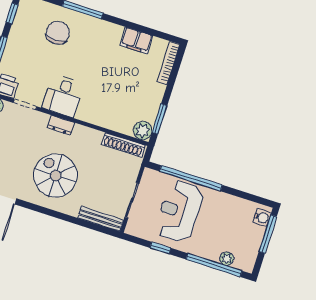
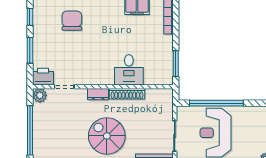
desk: (63, 96) -> (129, 70), moved
plant: (143, 131) -> (165, 77), removed
shoe rack: (123, 145) -> (127, 94), moved

